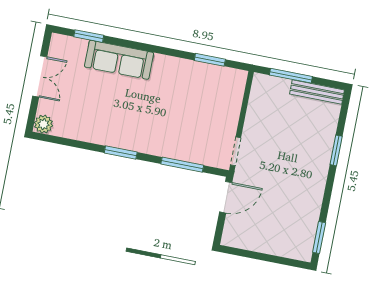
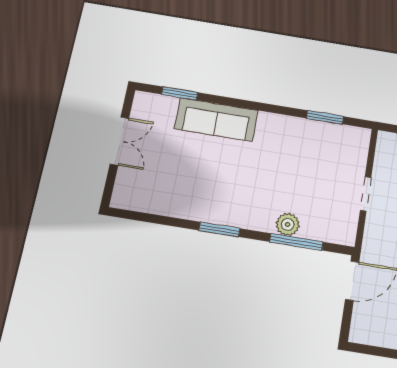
plant: (44, 124) -> (288, 224), moved
doorway: (236, 151) -> (366, 194), moved

